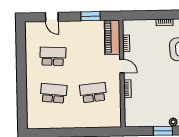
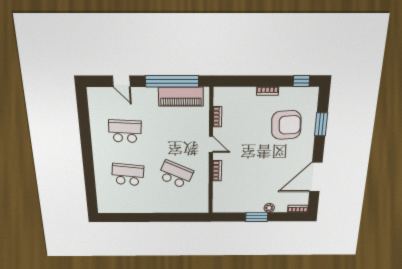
window: (91, 16) -> (172, 81), width x2.11
piano: (112, 37) -> (181, 97), moved, turned -90
school desk: (93, 93) -> (176, 174), turned 30

